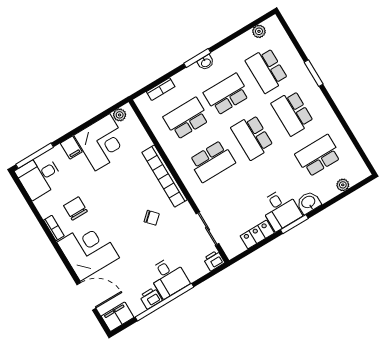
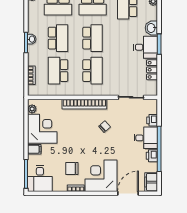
school desk: (227, 94) -> (58, 38), turned 180
school desk: (252, 137) -> (93, 38), turned -90
printer: (214, 261) -> (152, 120), moved

